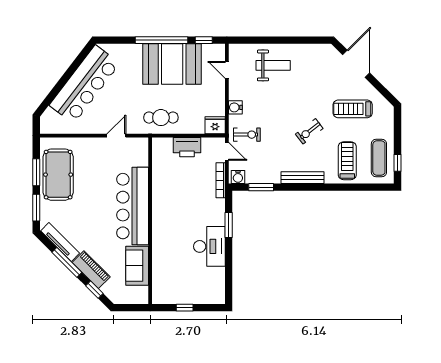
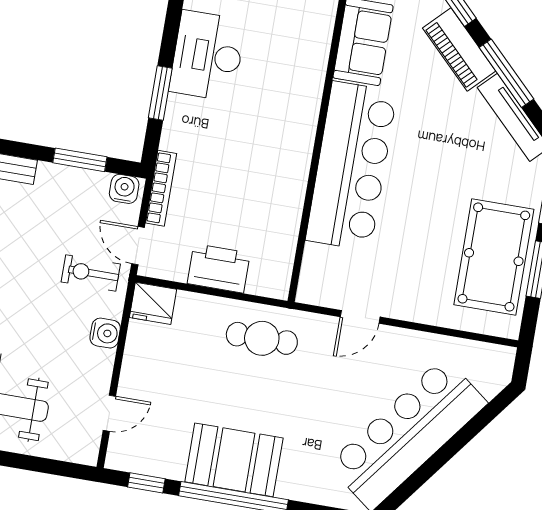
booth: (172, 64) -> (234, 460), width x0.73, depth x0.70
door: (227, 70) -> (109, 413), hinge flipped

